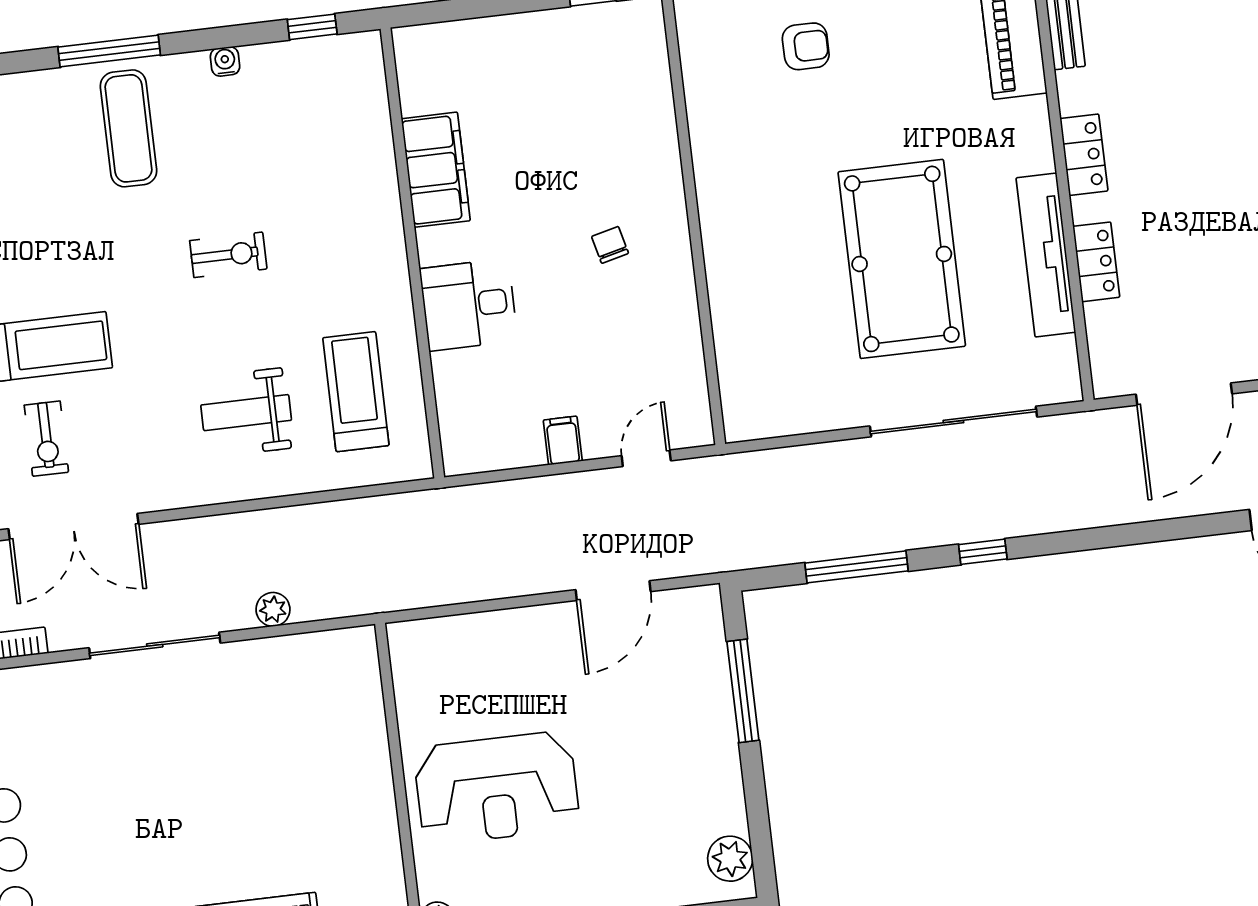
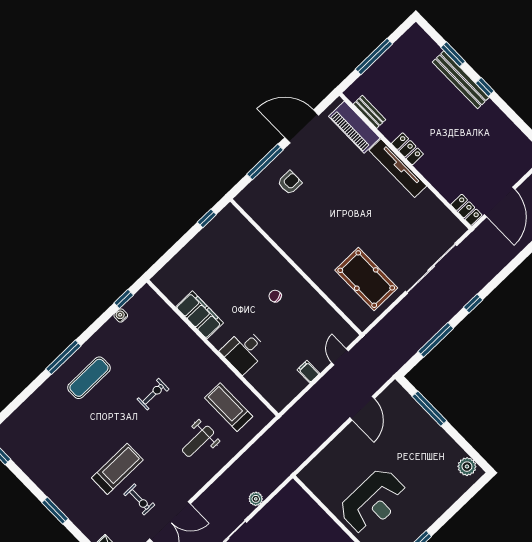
water cooler: (225, 61) -> (121, 315), moved
exercise mat: (129, 128) -> (89, 378), turned 90
tv unit: (1046, 255) -> (398, 168), moved
pool table: (902, 259) -> (366, 279), moved, width x0.73, depth x0.76
locker: (1096, 262) -> (466, 210), moved

